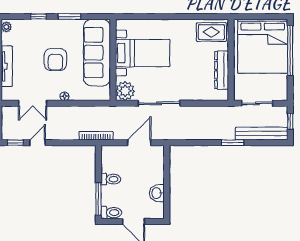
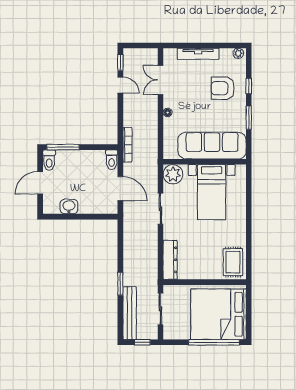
armchair: (55, 60) -> (223, 88), moved
dresser: (222, 70) -> (170, 260), moved, turned 90
sliding door: (159, 103) -> (160, 209), width x0.73
toilet: (111, 179) -> (112, 160), moved

